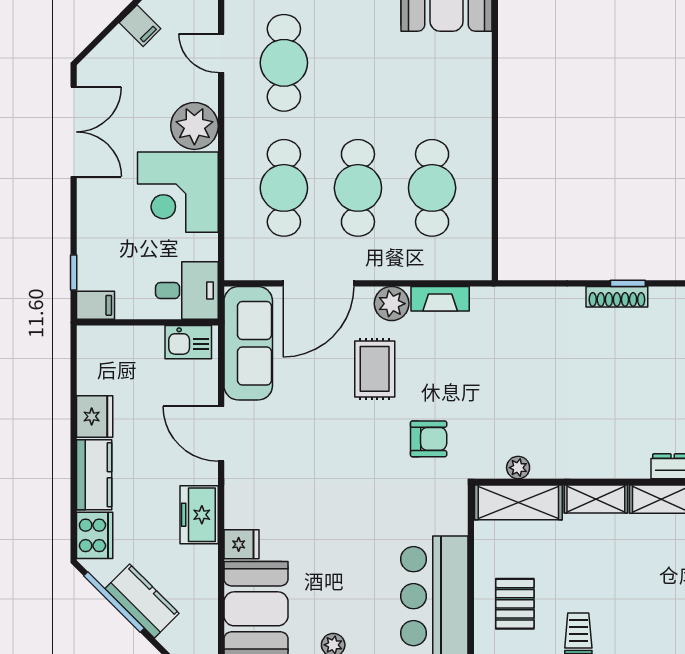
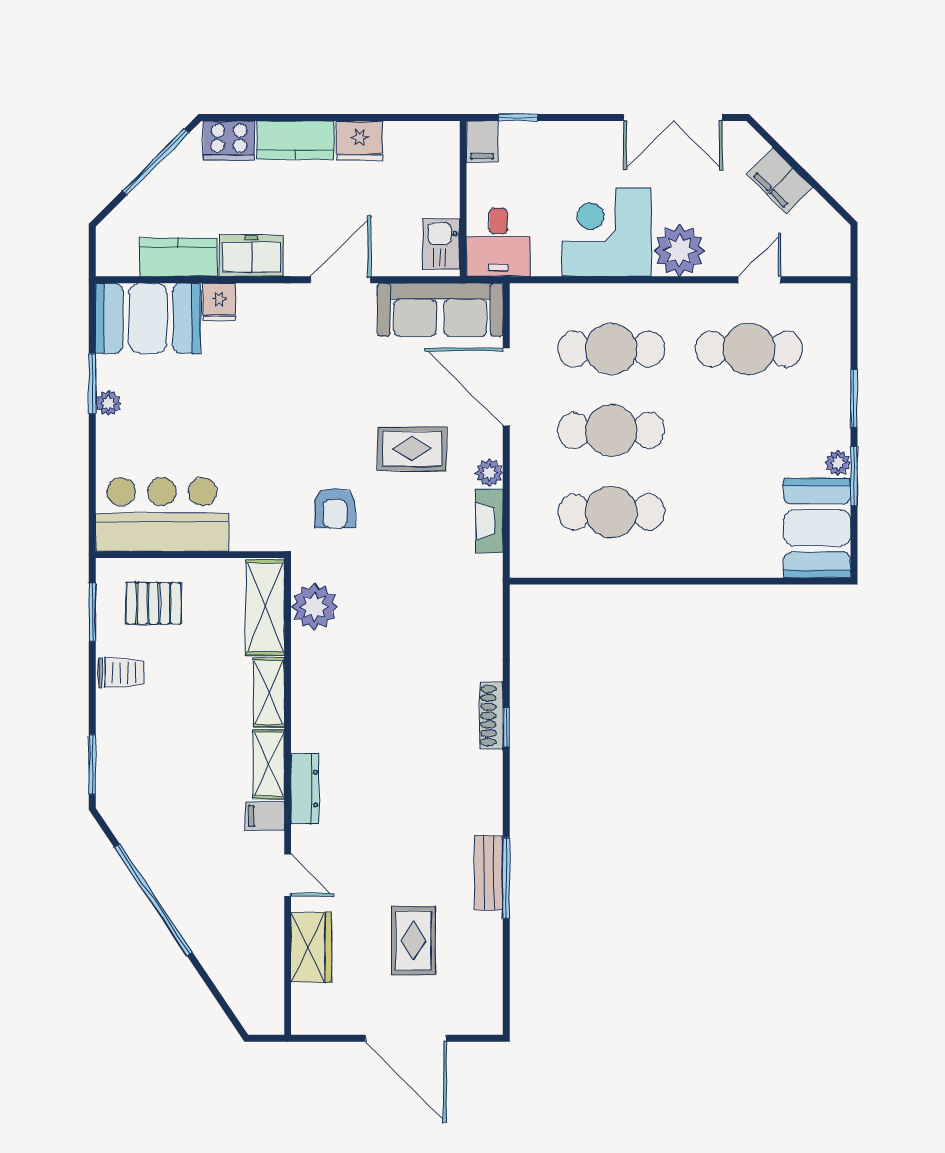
filing cabinet: (140, 26) -> (780, 181), width x2.00
plant: (392, 304) -> (489, 473), width x0.73, depth x0.73
plant: (518, 468) -> (314, 607), width x1.88, depth x1.88
kitchen counter: (142, 601) -> (178, 257), moved, turned -135

